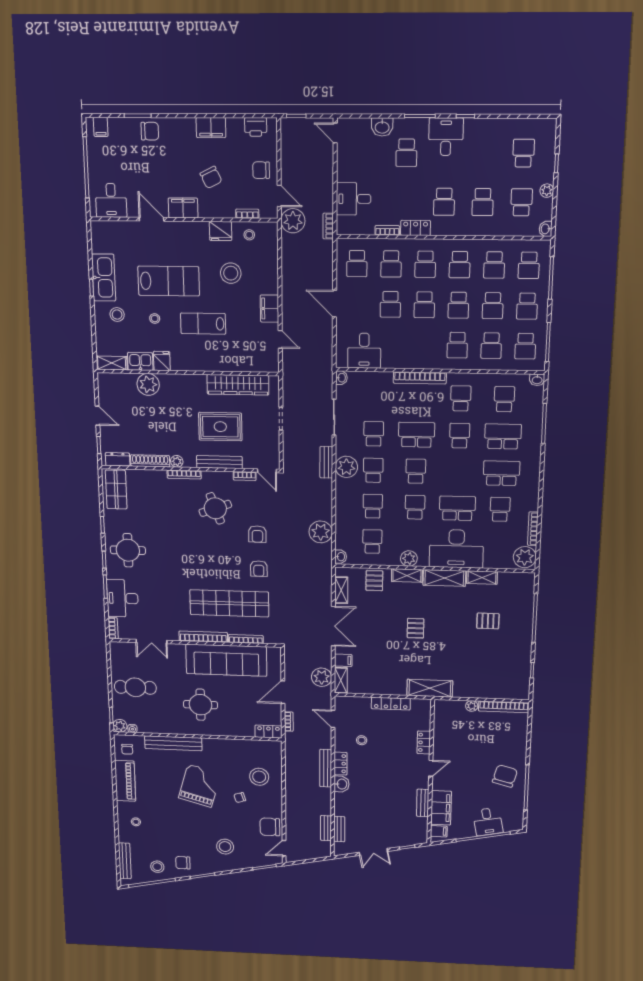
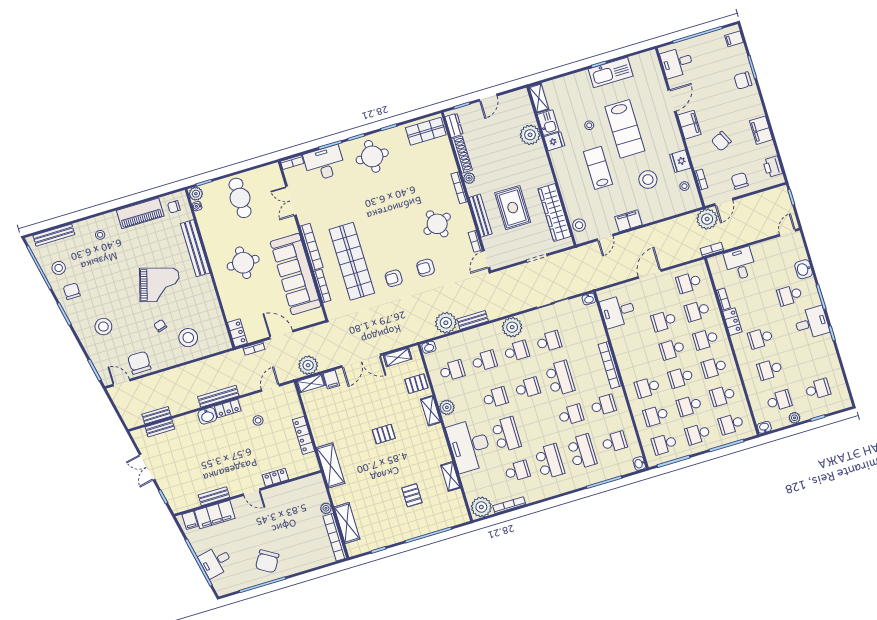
chair: (150, 131) -> (743, 80), turned 90
stool: (117, 315) -> (579, 225), moved
bench: (326, 462) -> (473, 320), moved
shelving: (444, 578) -> (347, 523), moved
chair: (505, 776) -> (267, 561), turned 106

